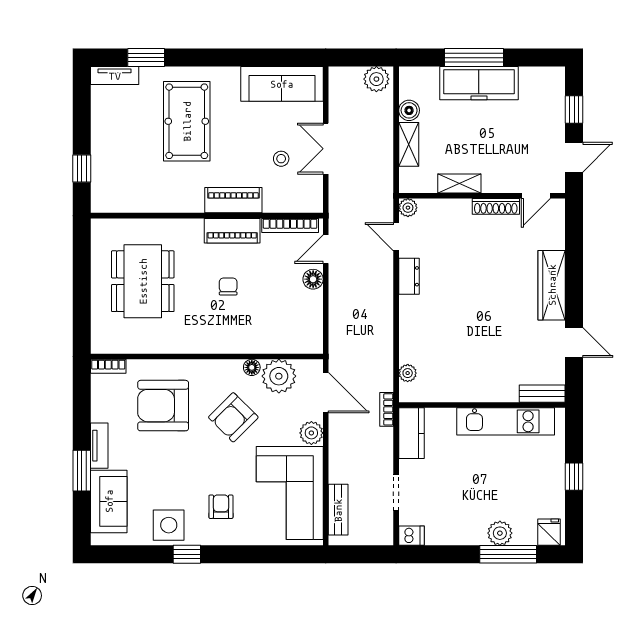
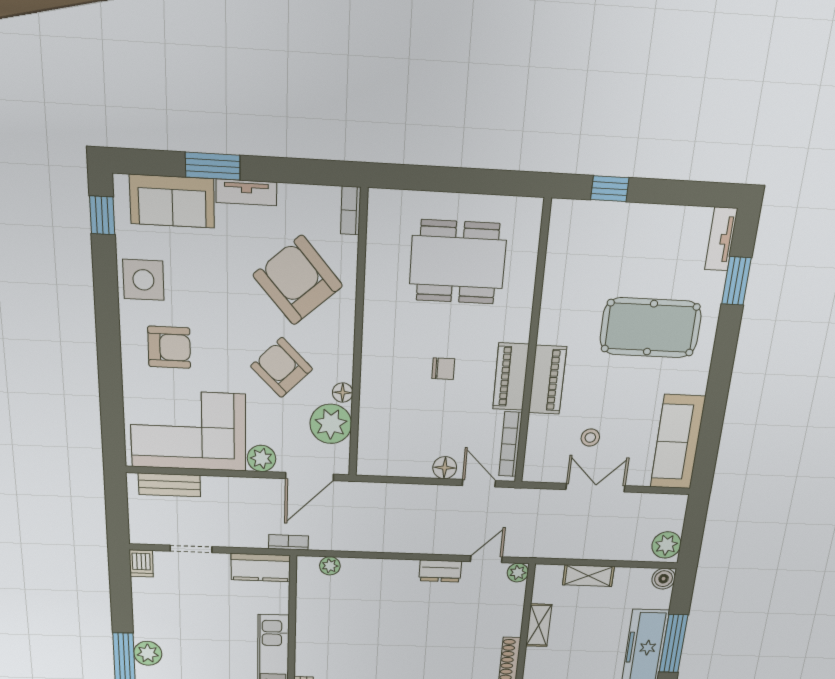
boiler: (409, 110) -> (664, 579), moved
armchair: (163, 406) -> (298, 280), turned -41
armchair: (221, 507) -> (169, 347), width x1.38, depth x1.38
window: (187, 554) -> (102, 215), moved

